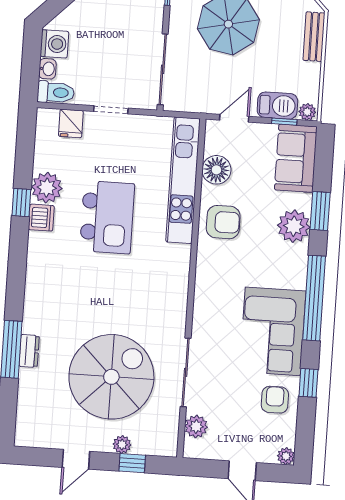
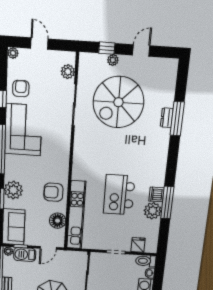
window: (21, 203) -> (167, 203), width x2.17
armchair: (275, 400) -> (21, 89), turned 180

